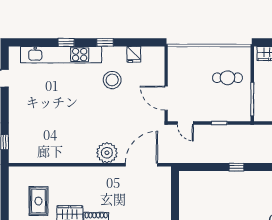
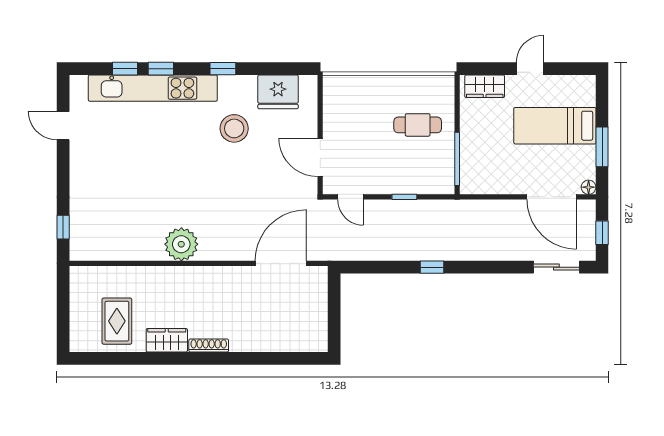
window: (44, 42) -> (125, 69), added
fridge: (134, 54) -> (278, 92), width x1.88, depth x1.34
plant: (107, 153) -> (181, 244), moved

